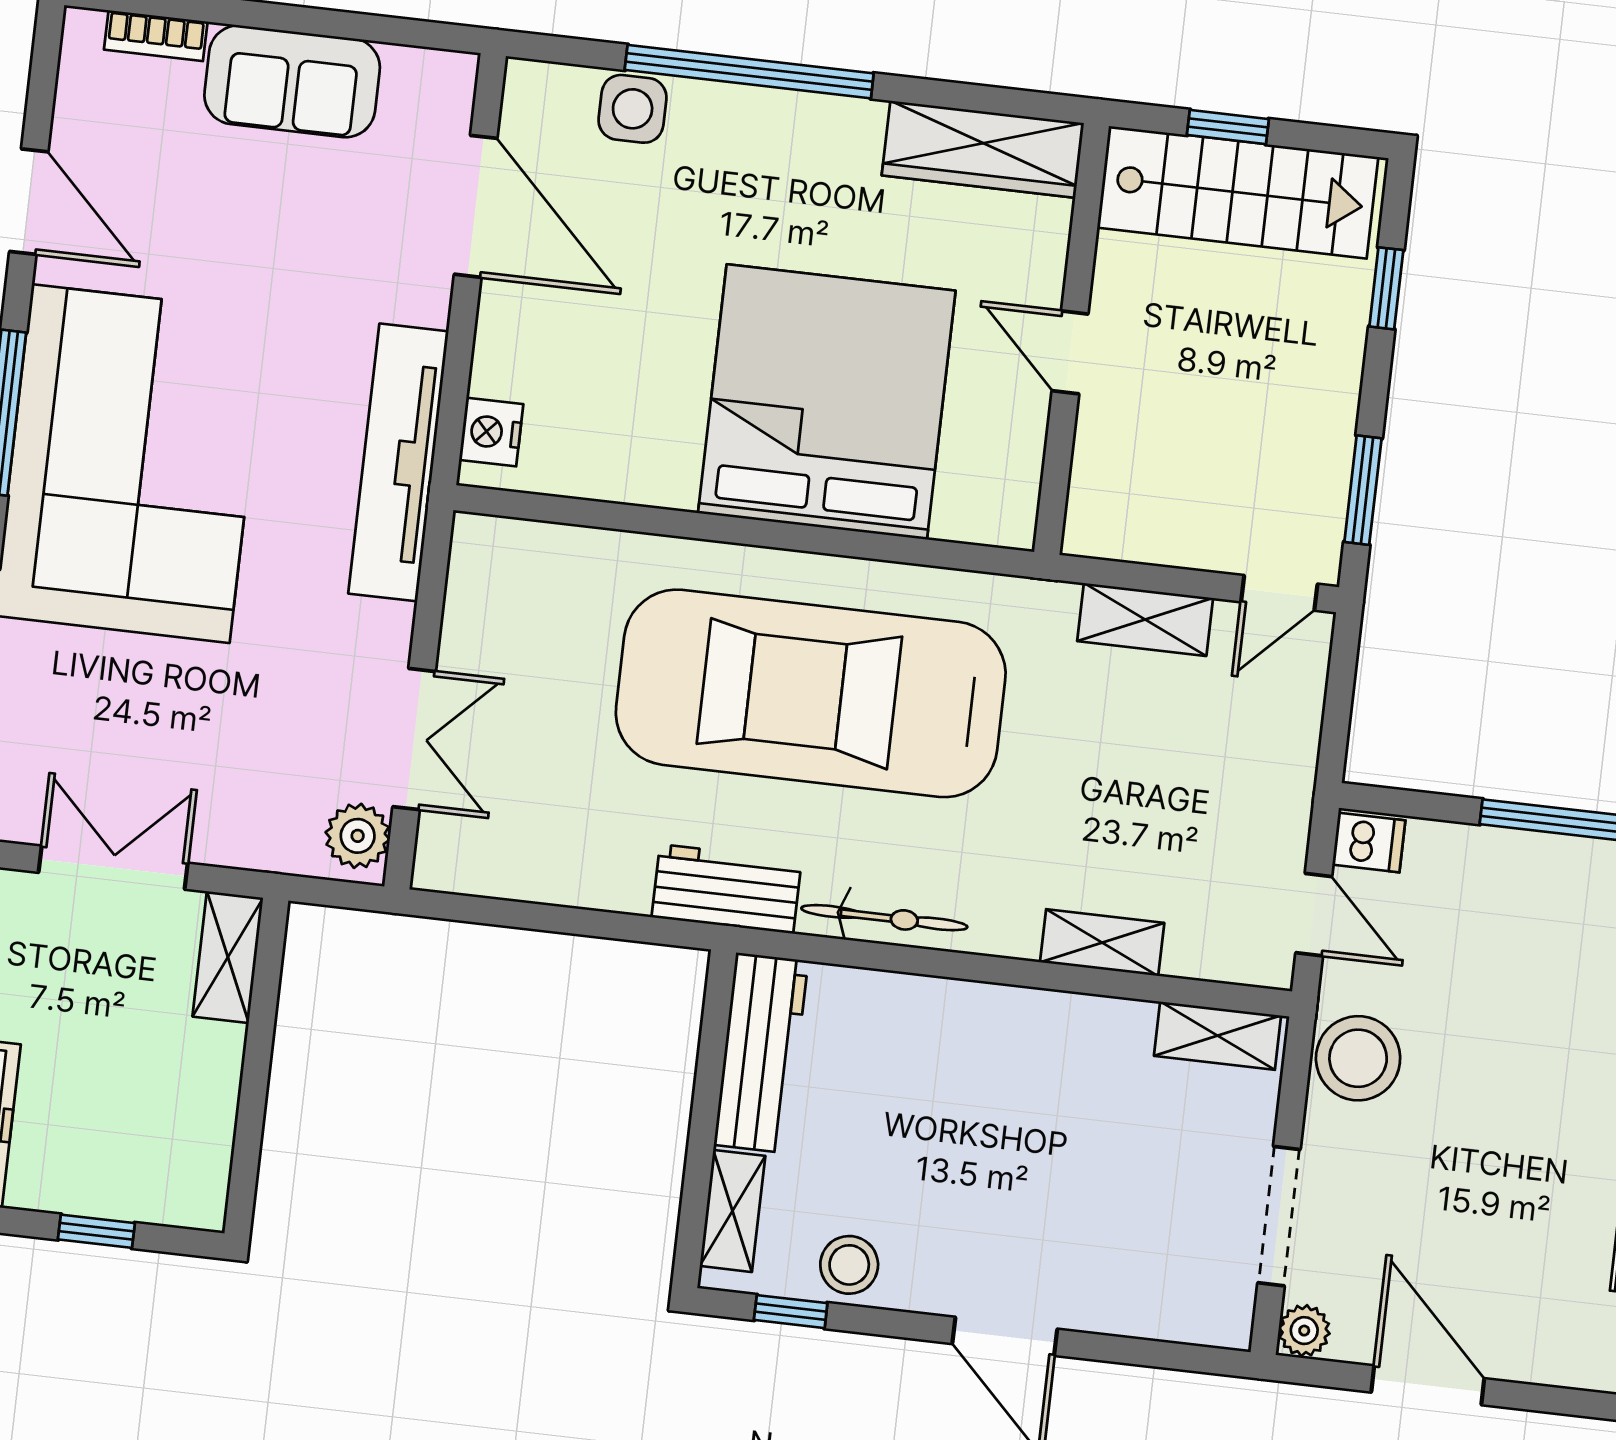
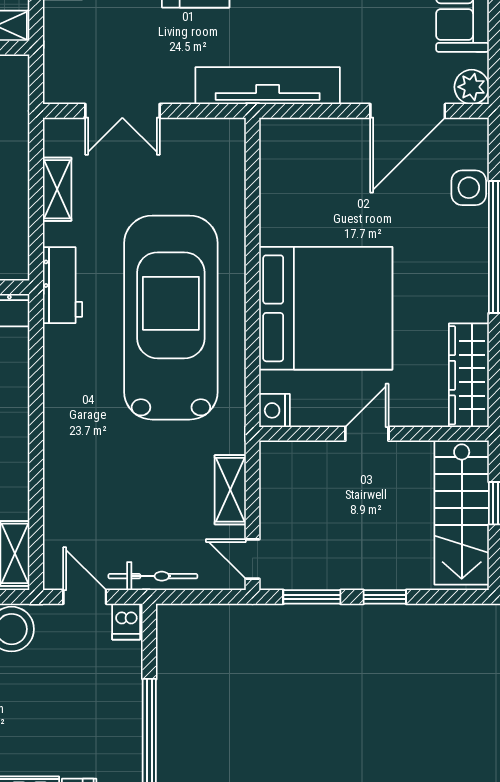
window: (1386, 288) -> (385, 597), moved
nightstand: (491, 432) -> (275, 410), moved, turned -90
plant: (358, 836) -> (472, 87), moved
door: (1314, 915) -> (85, 597), swing flipped
bicycle: (884, 918) -> (153, 576), moved, turned -90
shelving: (1102, 943) -> (57, 189), moved

